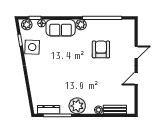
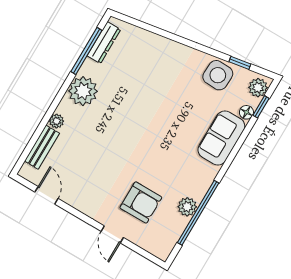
plant: (81, 25) -> (187, 207), moved
armchair: (101, 49) -> (141, 203), moved
door: (136, 79) -> (46, 195), moved

